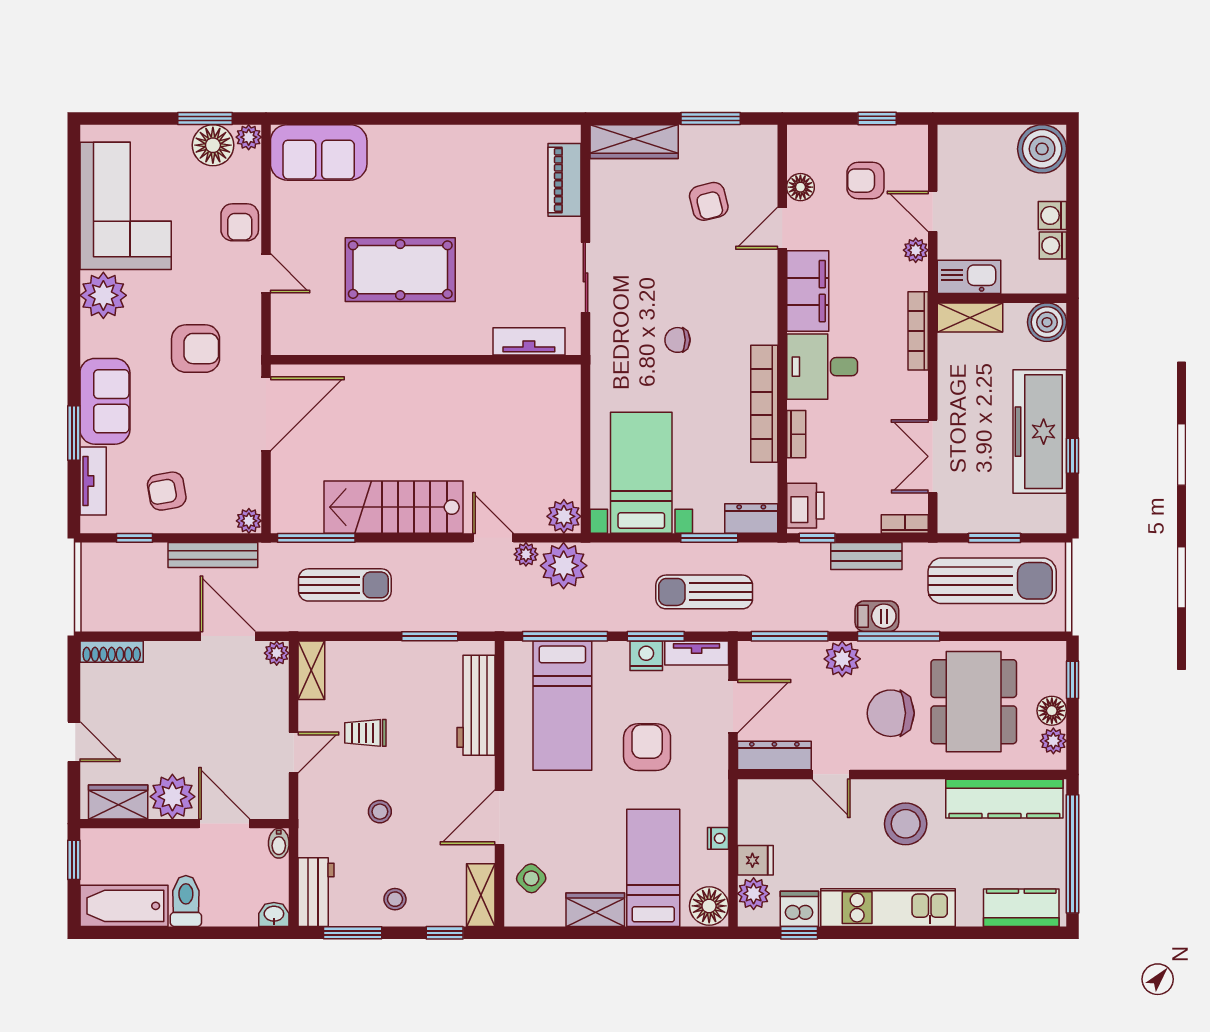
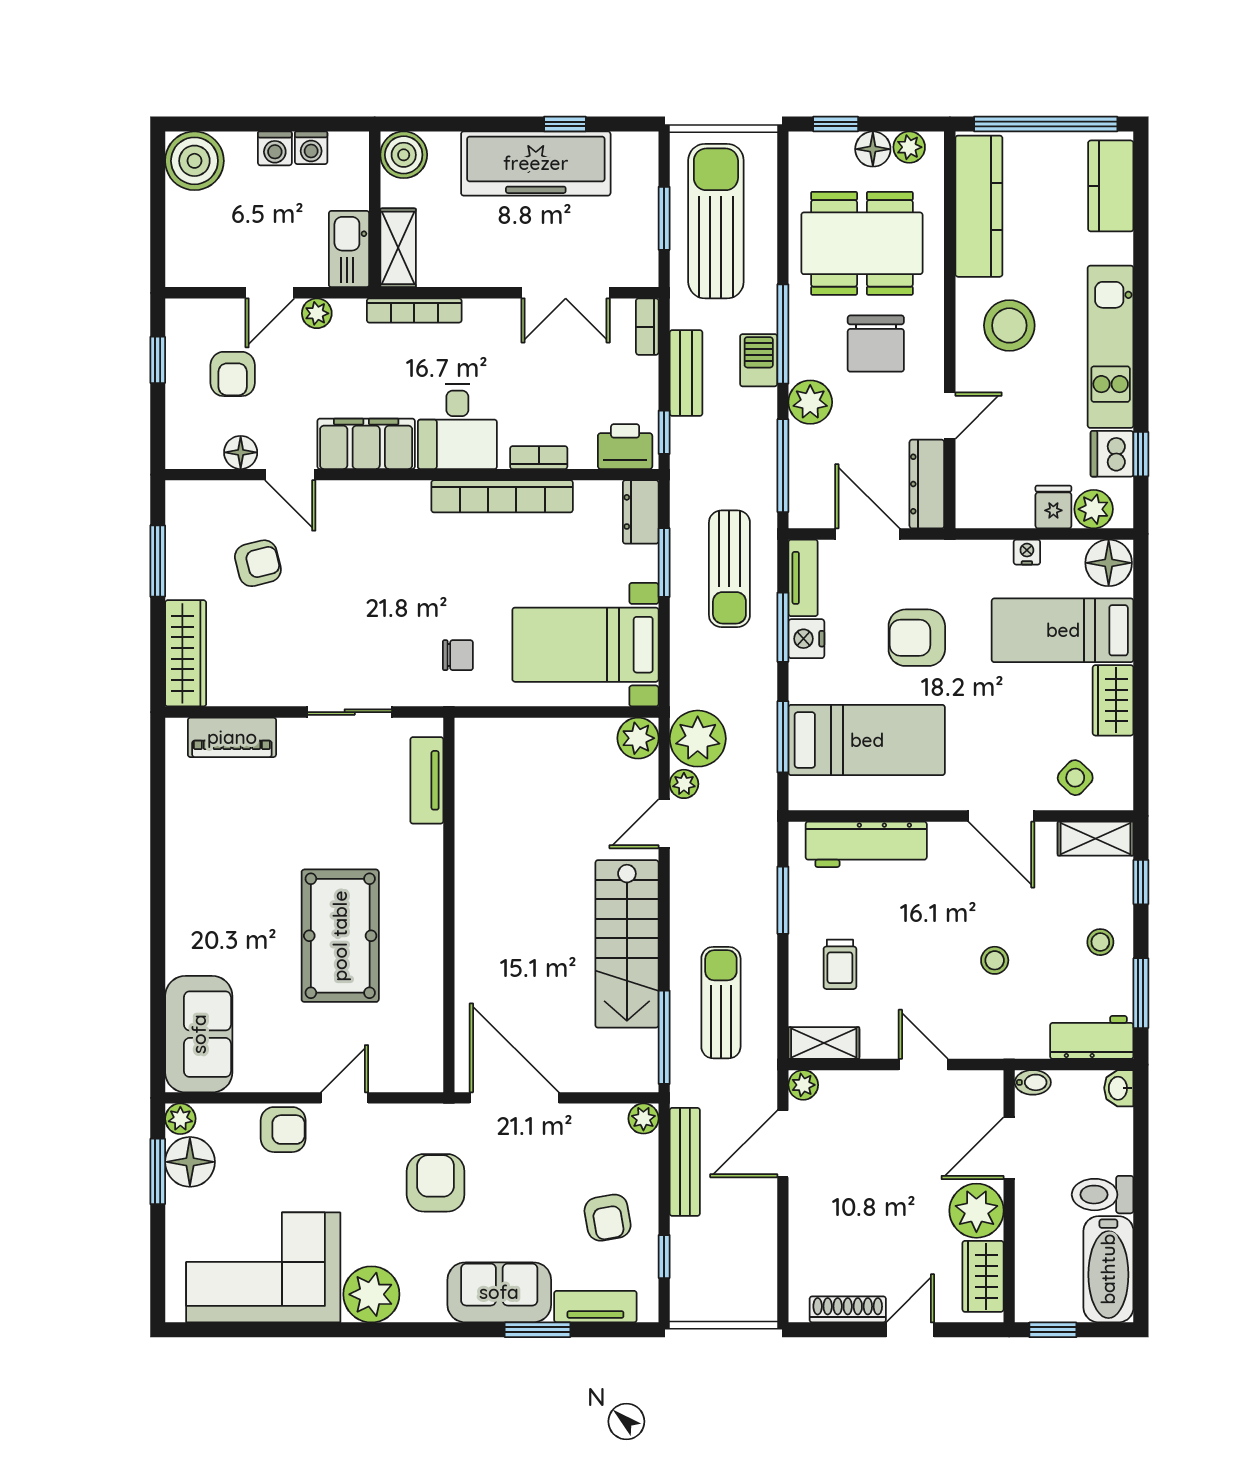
chair: (678, 340) -> (458, 655), moved, turned -90
window: (565, 636) -> (783, 737), width x0.69
shoe rack: (112, 652) -> (848, 1309), moved, turned -90
trolley: (365, 733) -> (840, 964), moved

